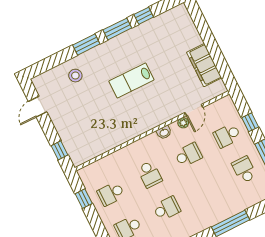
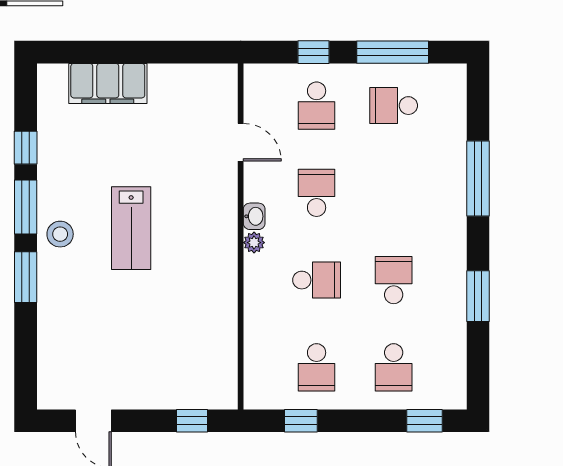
filing cabinet: (204, 65) -> (108, 84), moved
stool: (75, 76) -> (60, 234), moved
plant: (183, 123) -> (254, 243), moved

